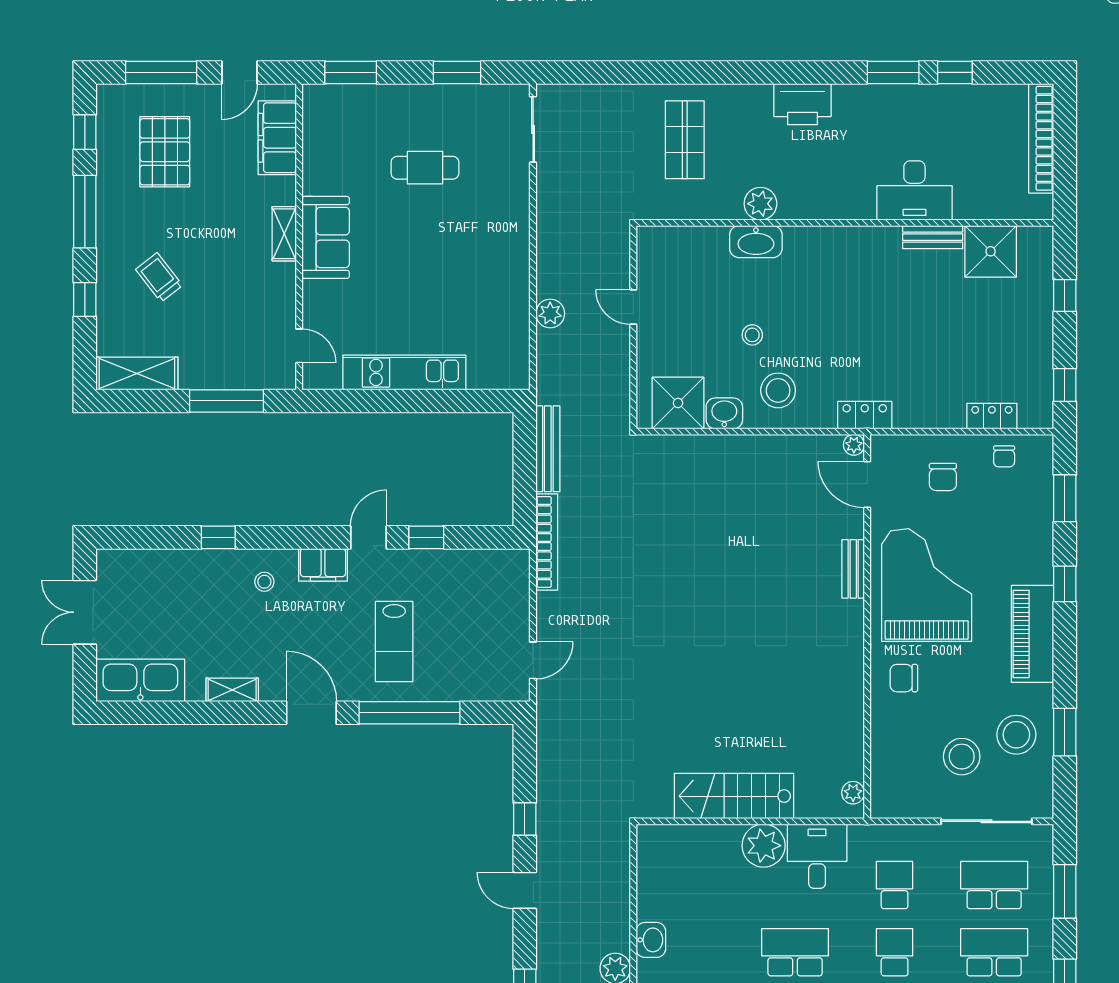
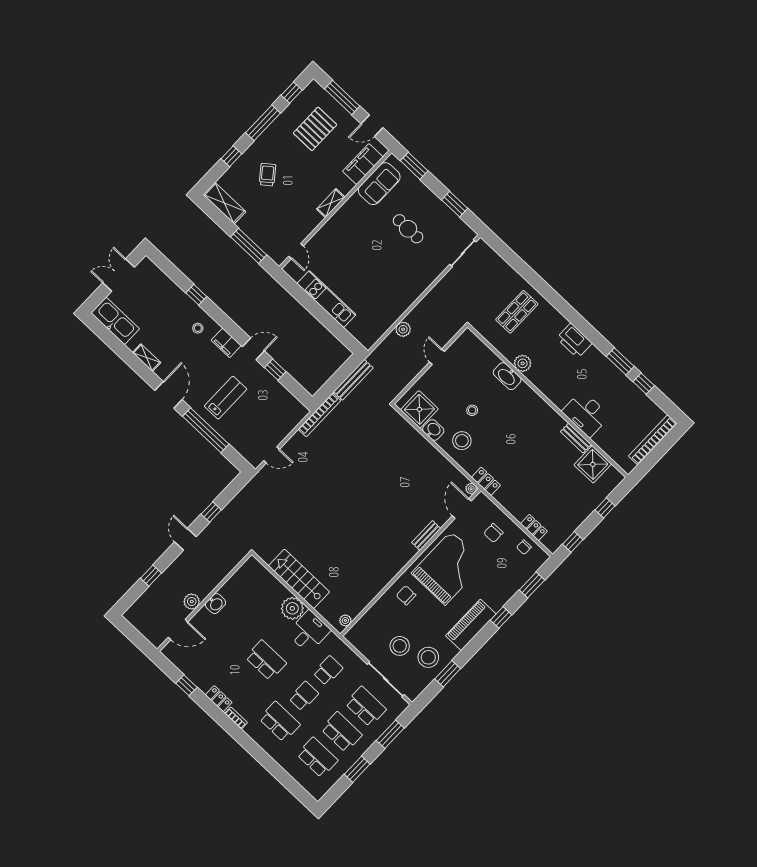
sofa: (326, 237) -> (379, 184), moved
lab bench: (394, 641) -> (226, 398), turned 180

